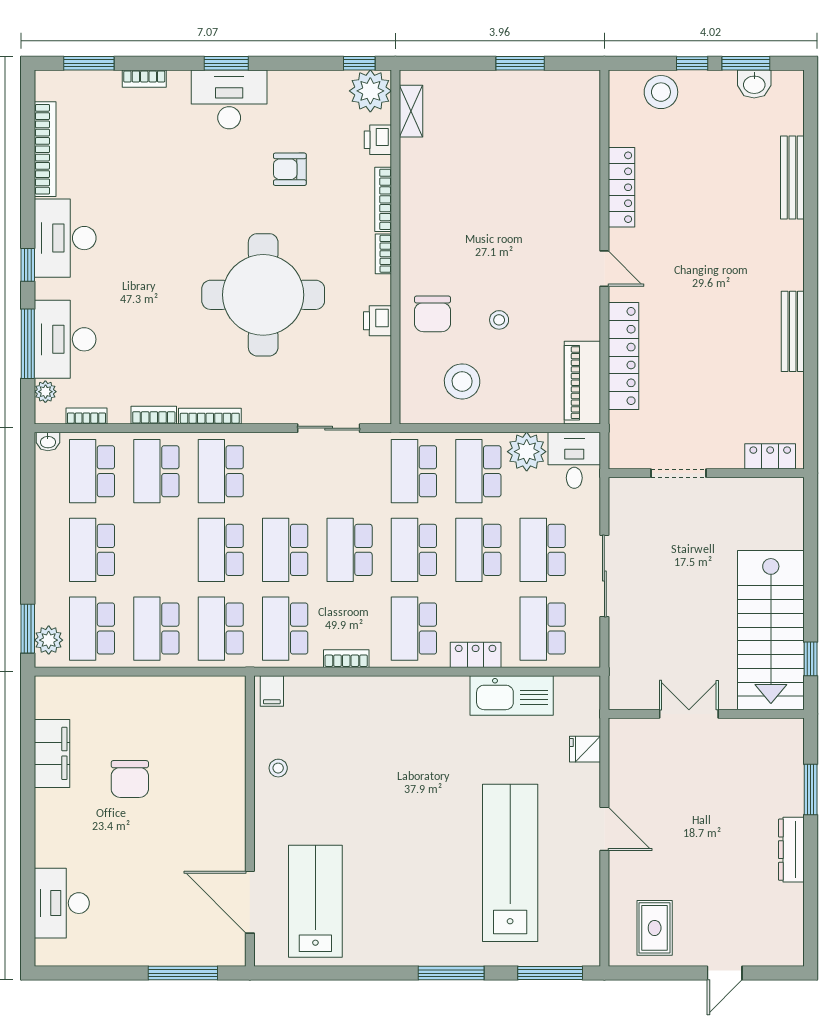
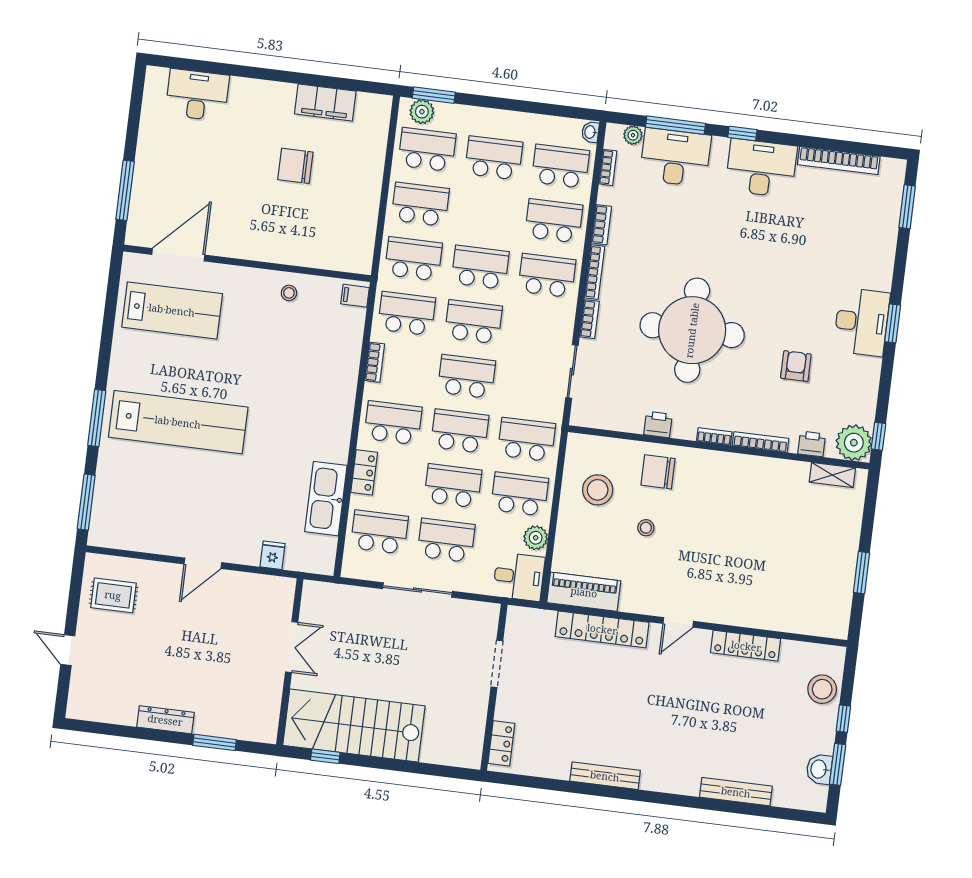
bookcase: (144, 79) -> (590, 319), moved, turned 180
plant: (527, 452) -> (536, 538), width x0.73, depth x0.73
lab bench: (510, 863) -> (178, 422), moved

